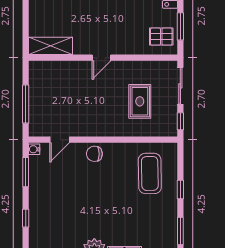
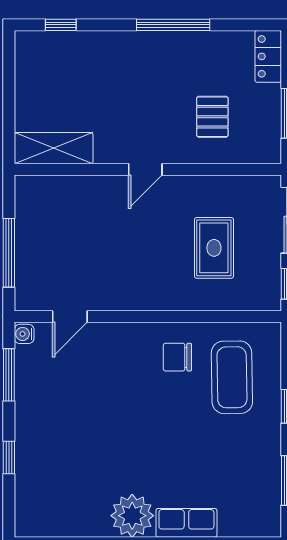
pallet: (161, 37) -> (212, 117), moved, turned 90
chair: (94, 154) -> (177, 357), moved

